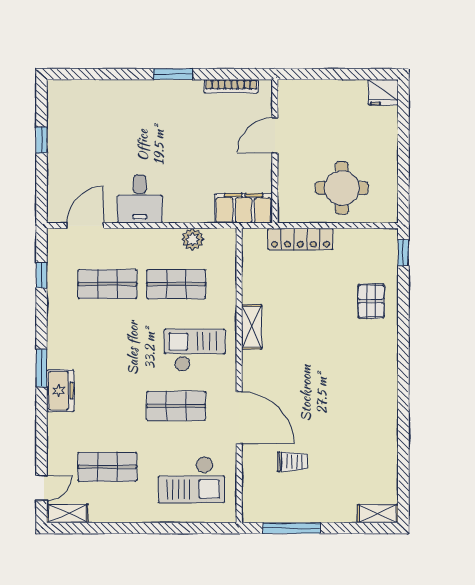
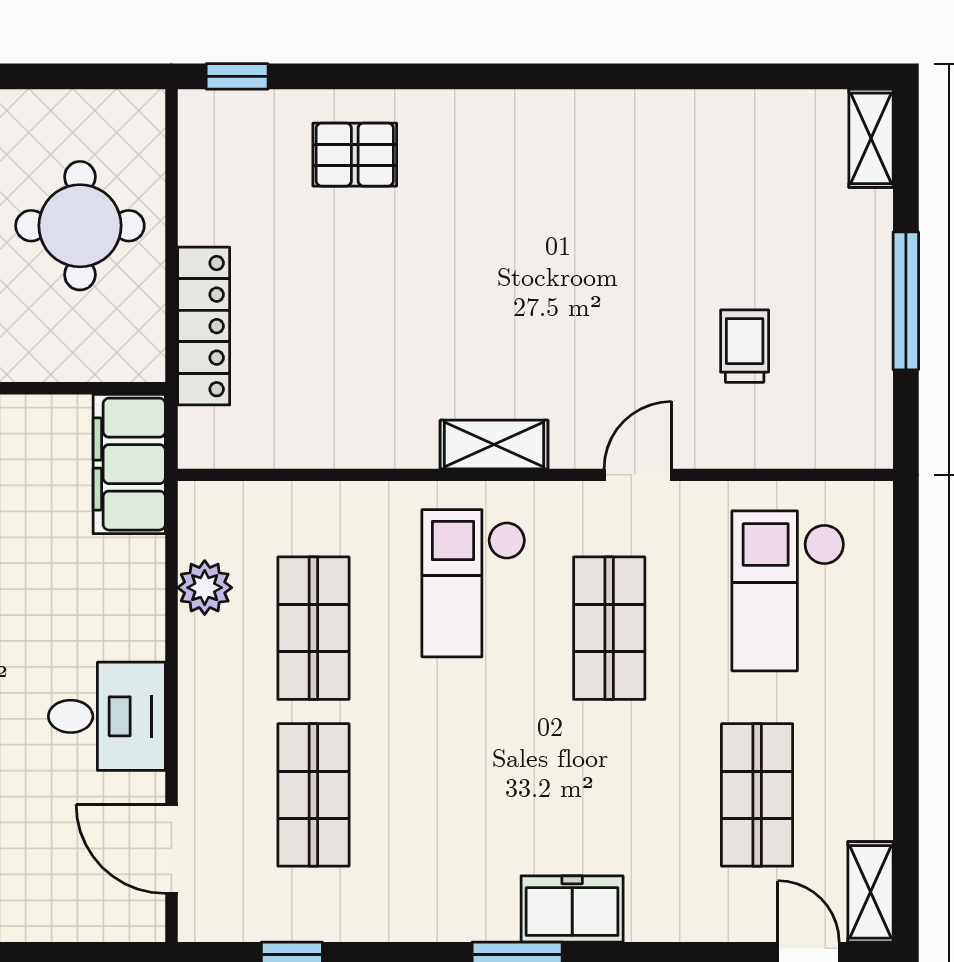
shelving: (252, 327) -> (494, 444), moved
door: (239, 418) -> (638, 475), width x0.53
checkout: (191, 480) -> (788, 591), turned 180
window: (292, 528) -> (906, 301), moved

